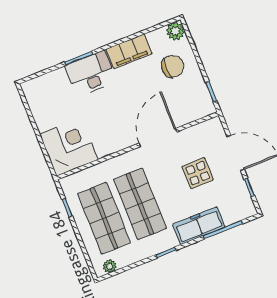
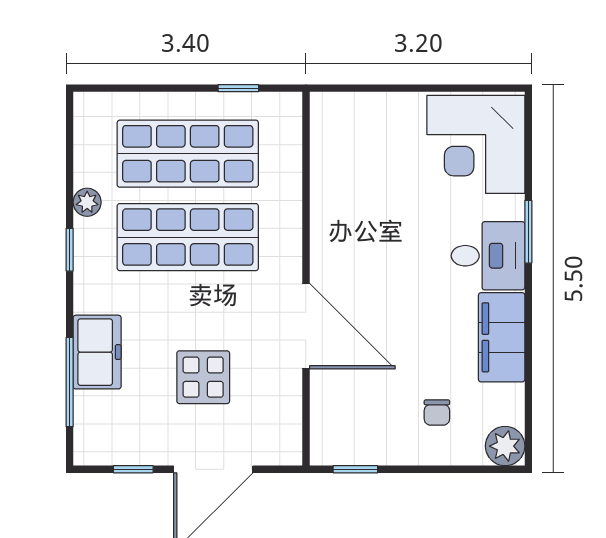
chair: (173, 66) -> (437, 412), width x0.54, depth x0.54
desk: (91, 73) -> (488, 256), width x0.73
corner desk: (69, 147) -> (476, 144), moved, turned 90
freezer: (199, 226) -> (97, 352), width x0.71
plant: (110, 266) -> (87, 202), moved

